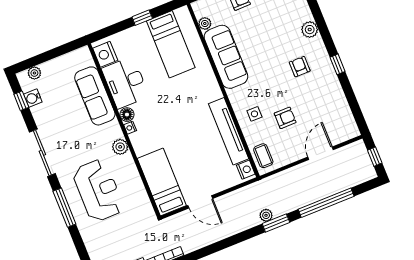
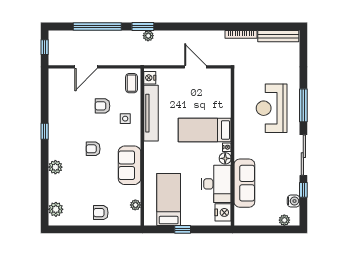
sofa: (226, 57) -> (130, 165), width x0.73
armchair: (300, 67) -> (93, 149), moved, turned 90
window: (21, 101) -> (303, 190), moved
plant: (120, 147) -> (241, 135), removed
bed: (162, 182) -> (205, 130), moved, turned 90

